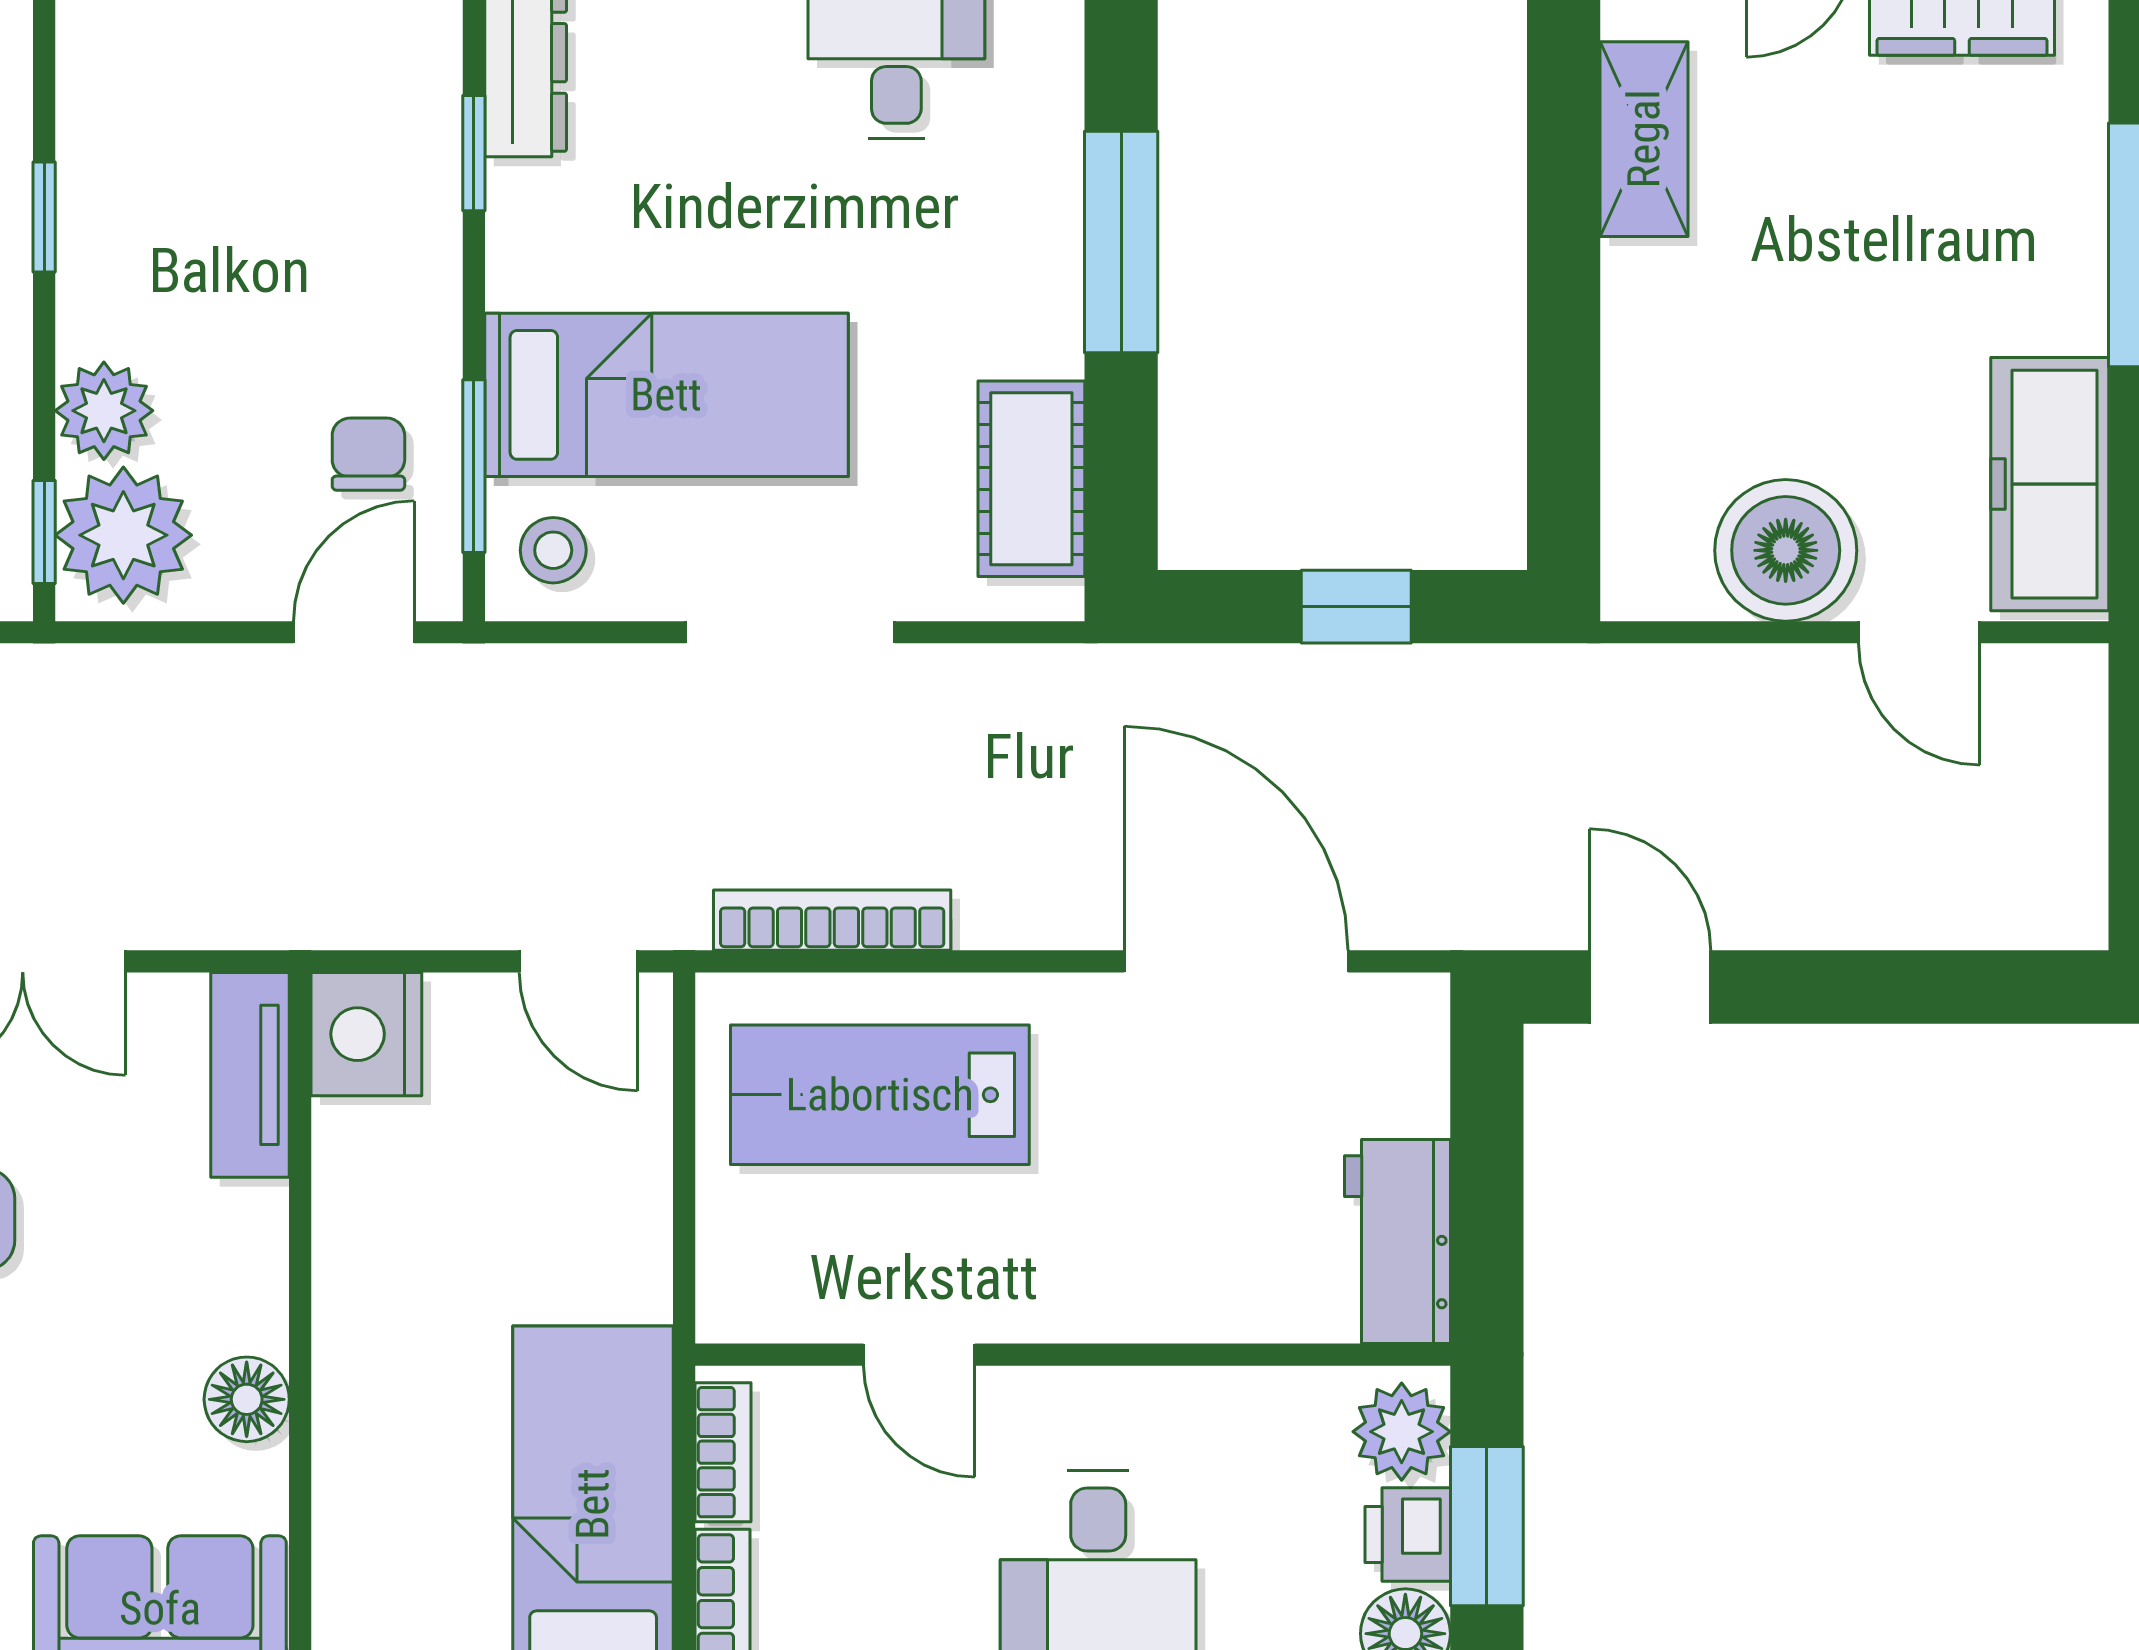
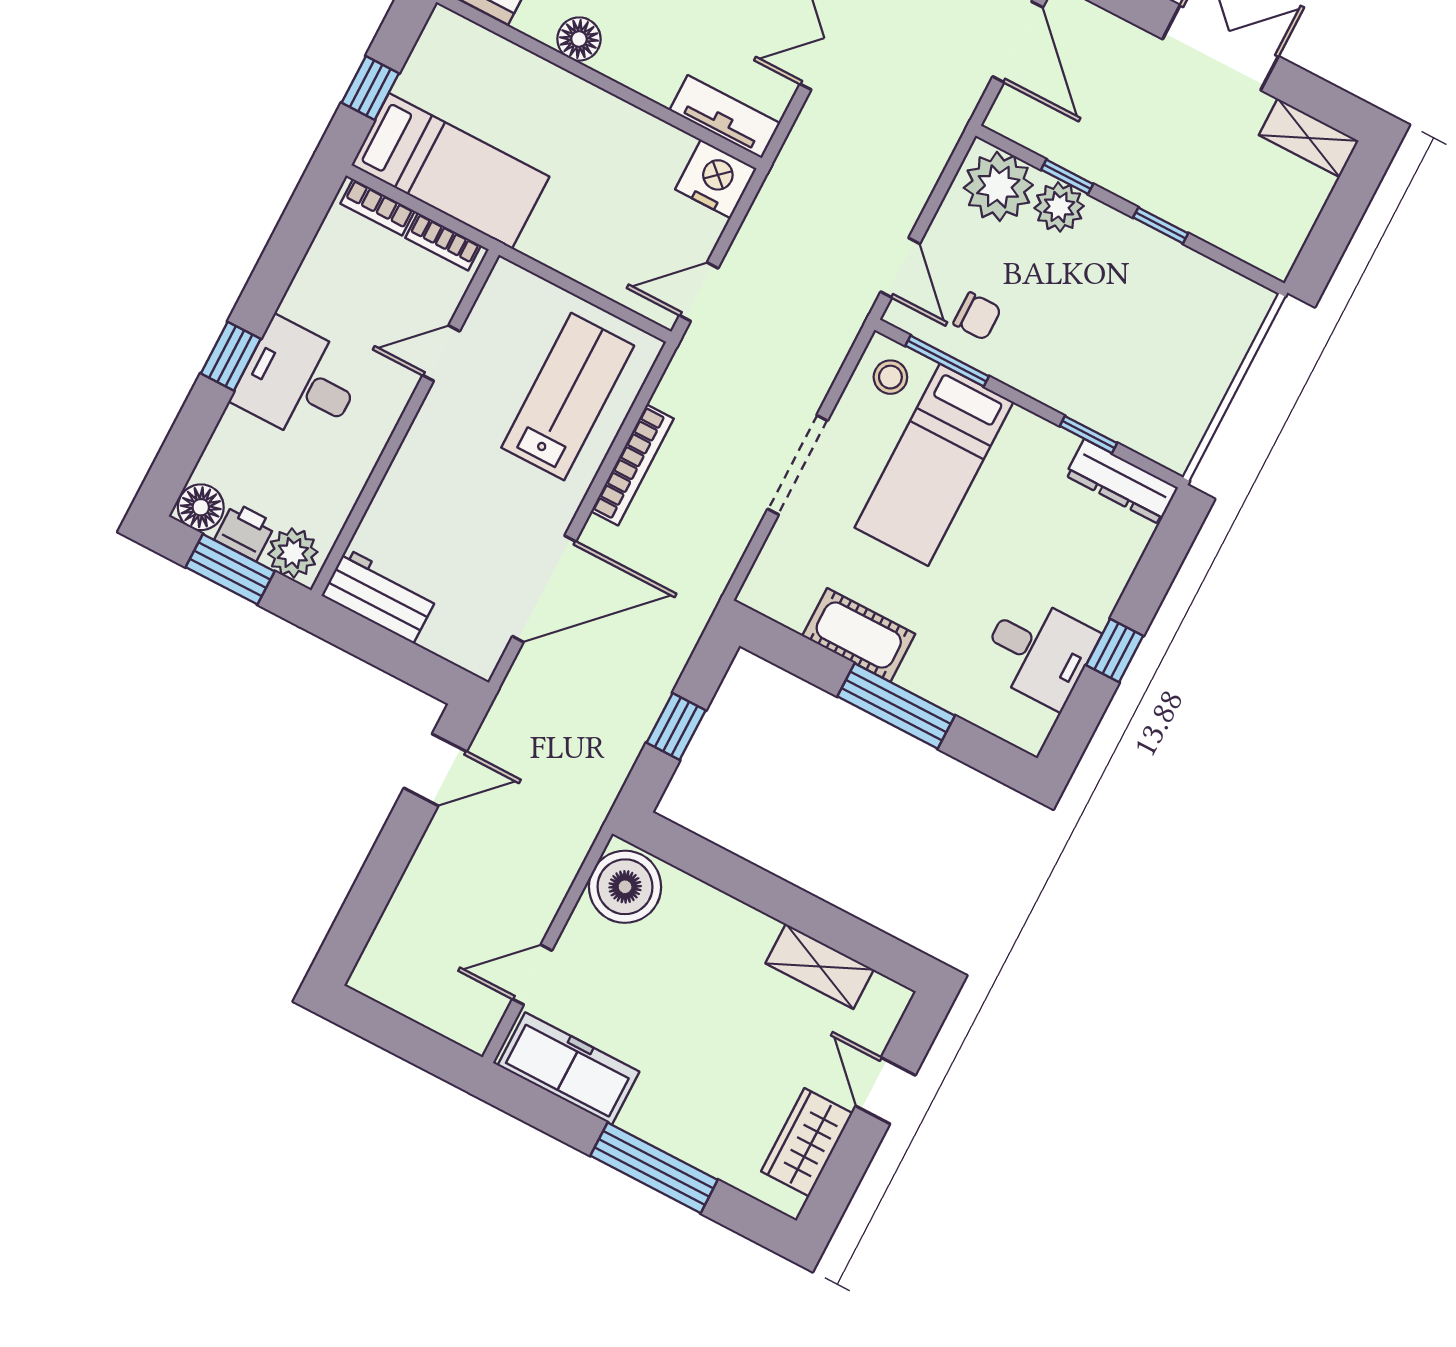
cot: (1031, 479) -> (859, 635), moved
window: (44, 532) -> (1067, 177), moved
boiler: (1786, 550) -> (625, 887), moved
bookcase: (832, 920) -> (632, 465), moved

